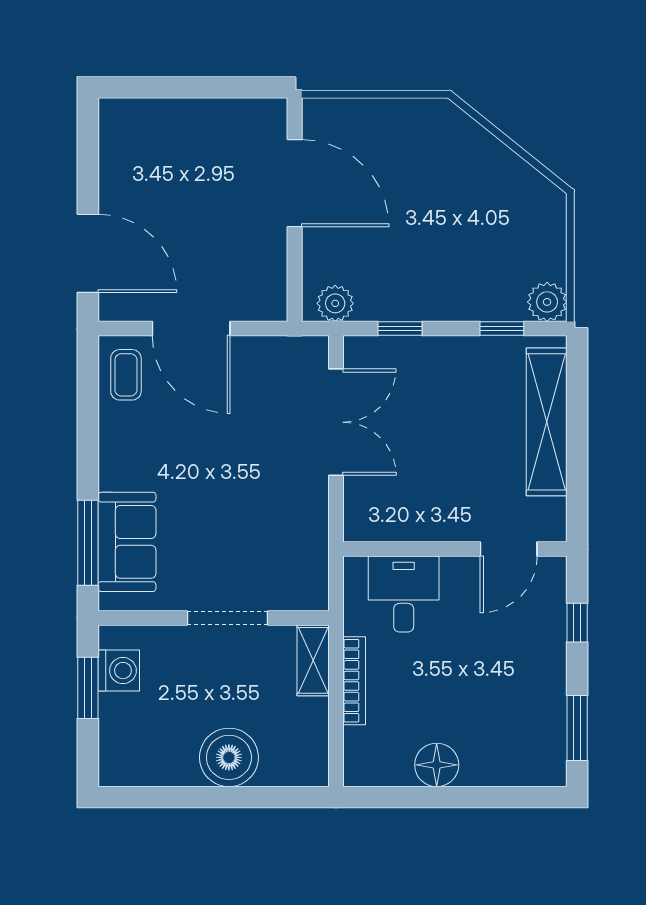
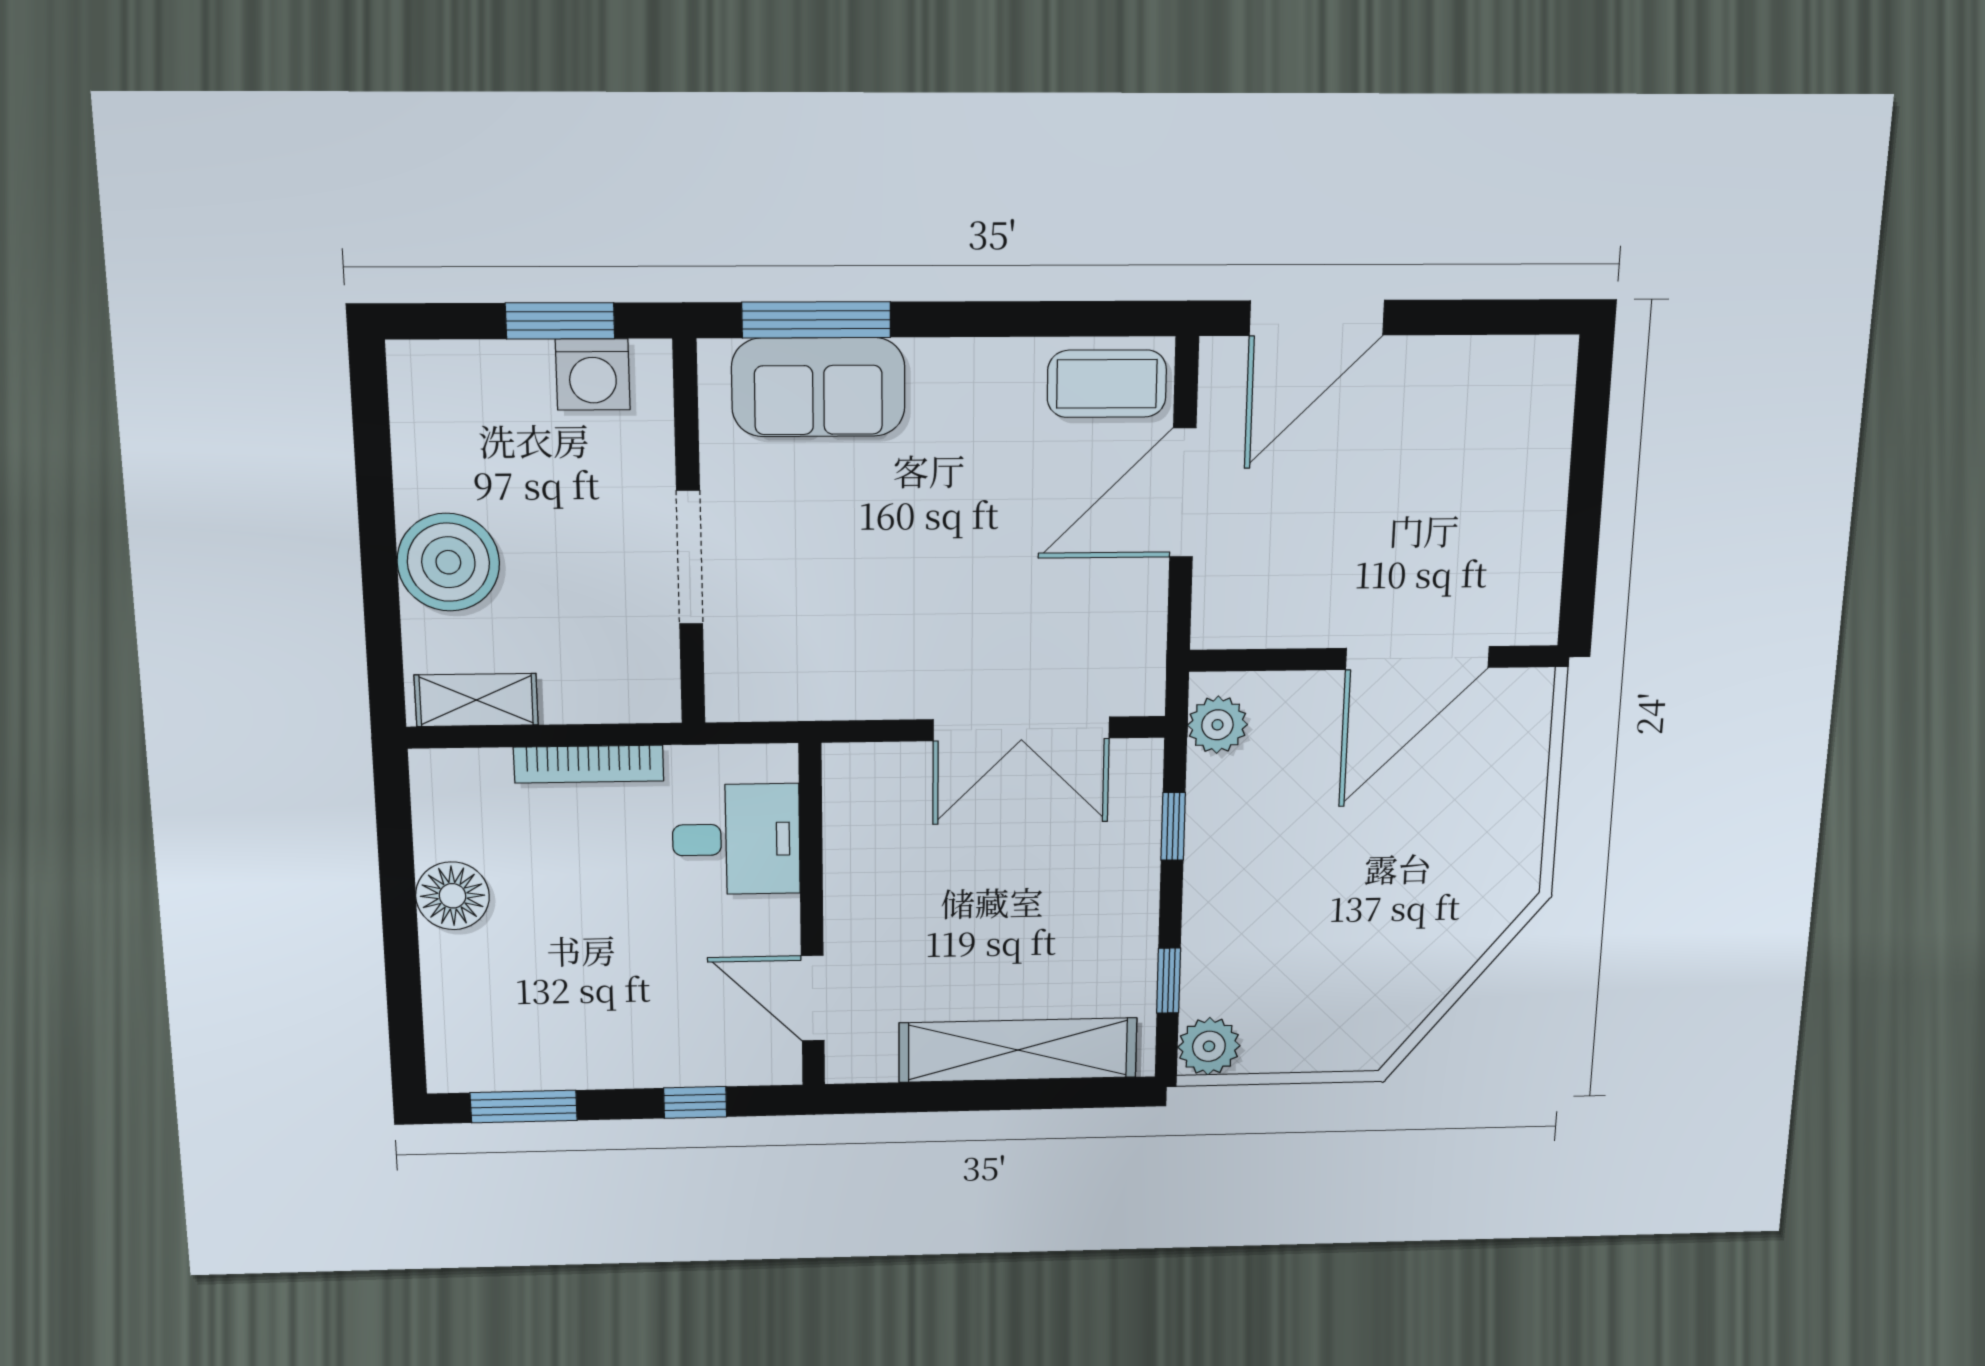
coffee table: (126, 375) -> (1107, 384), width x1.36, depth x1.30
shelving: (313, 660) -> (476, 700), moved

